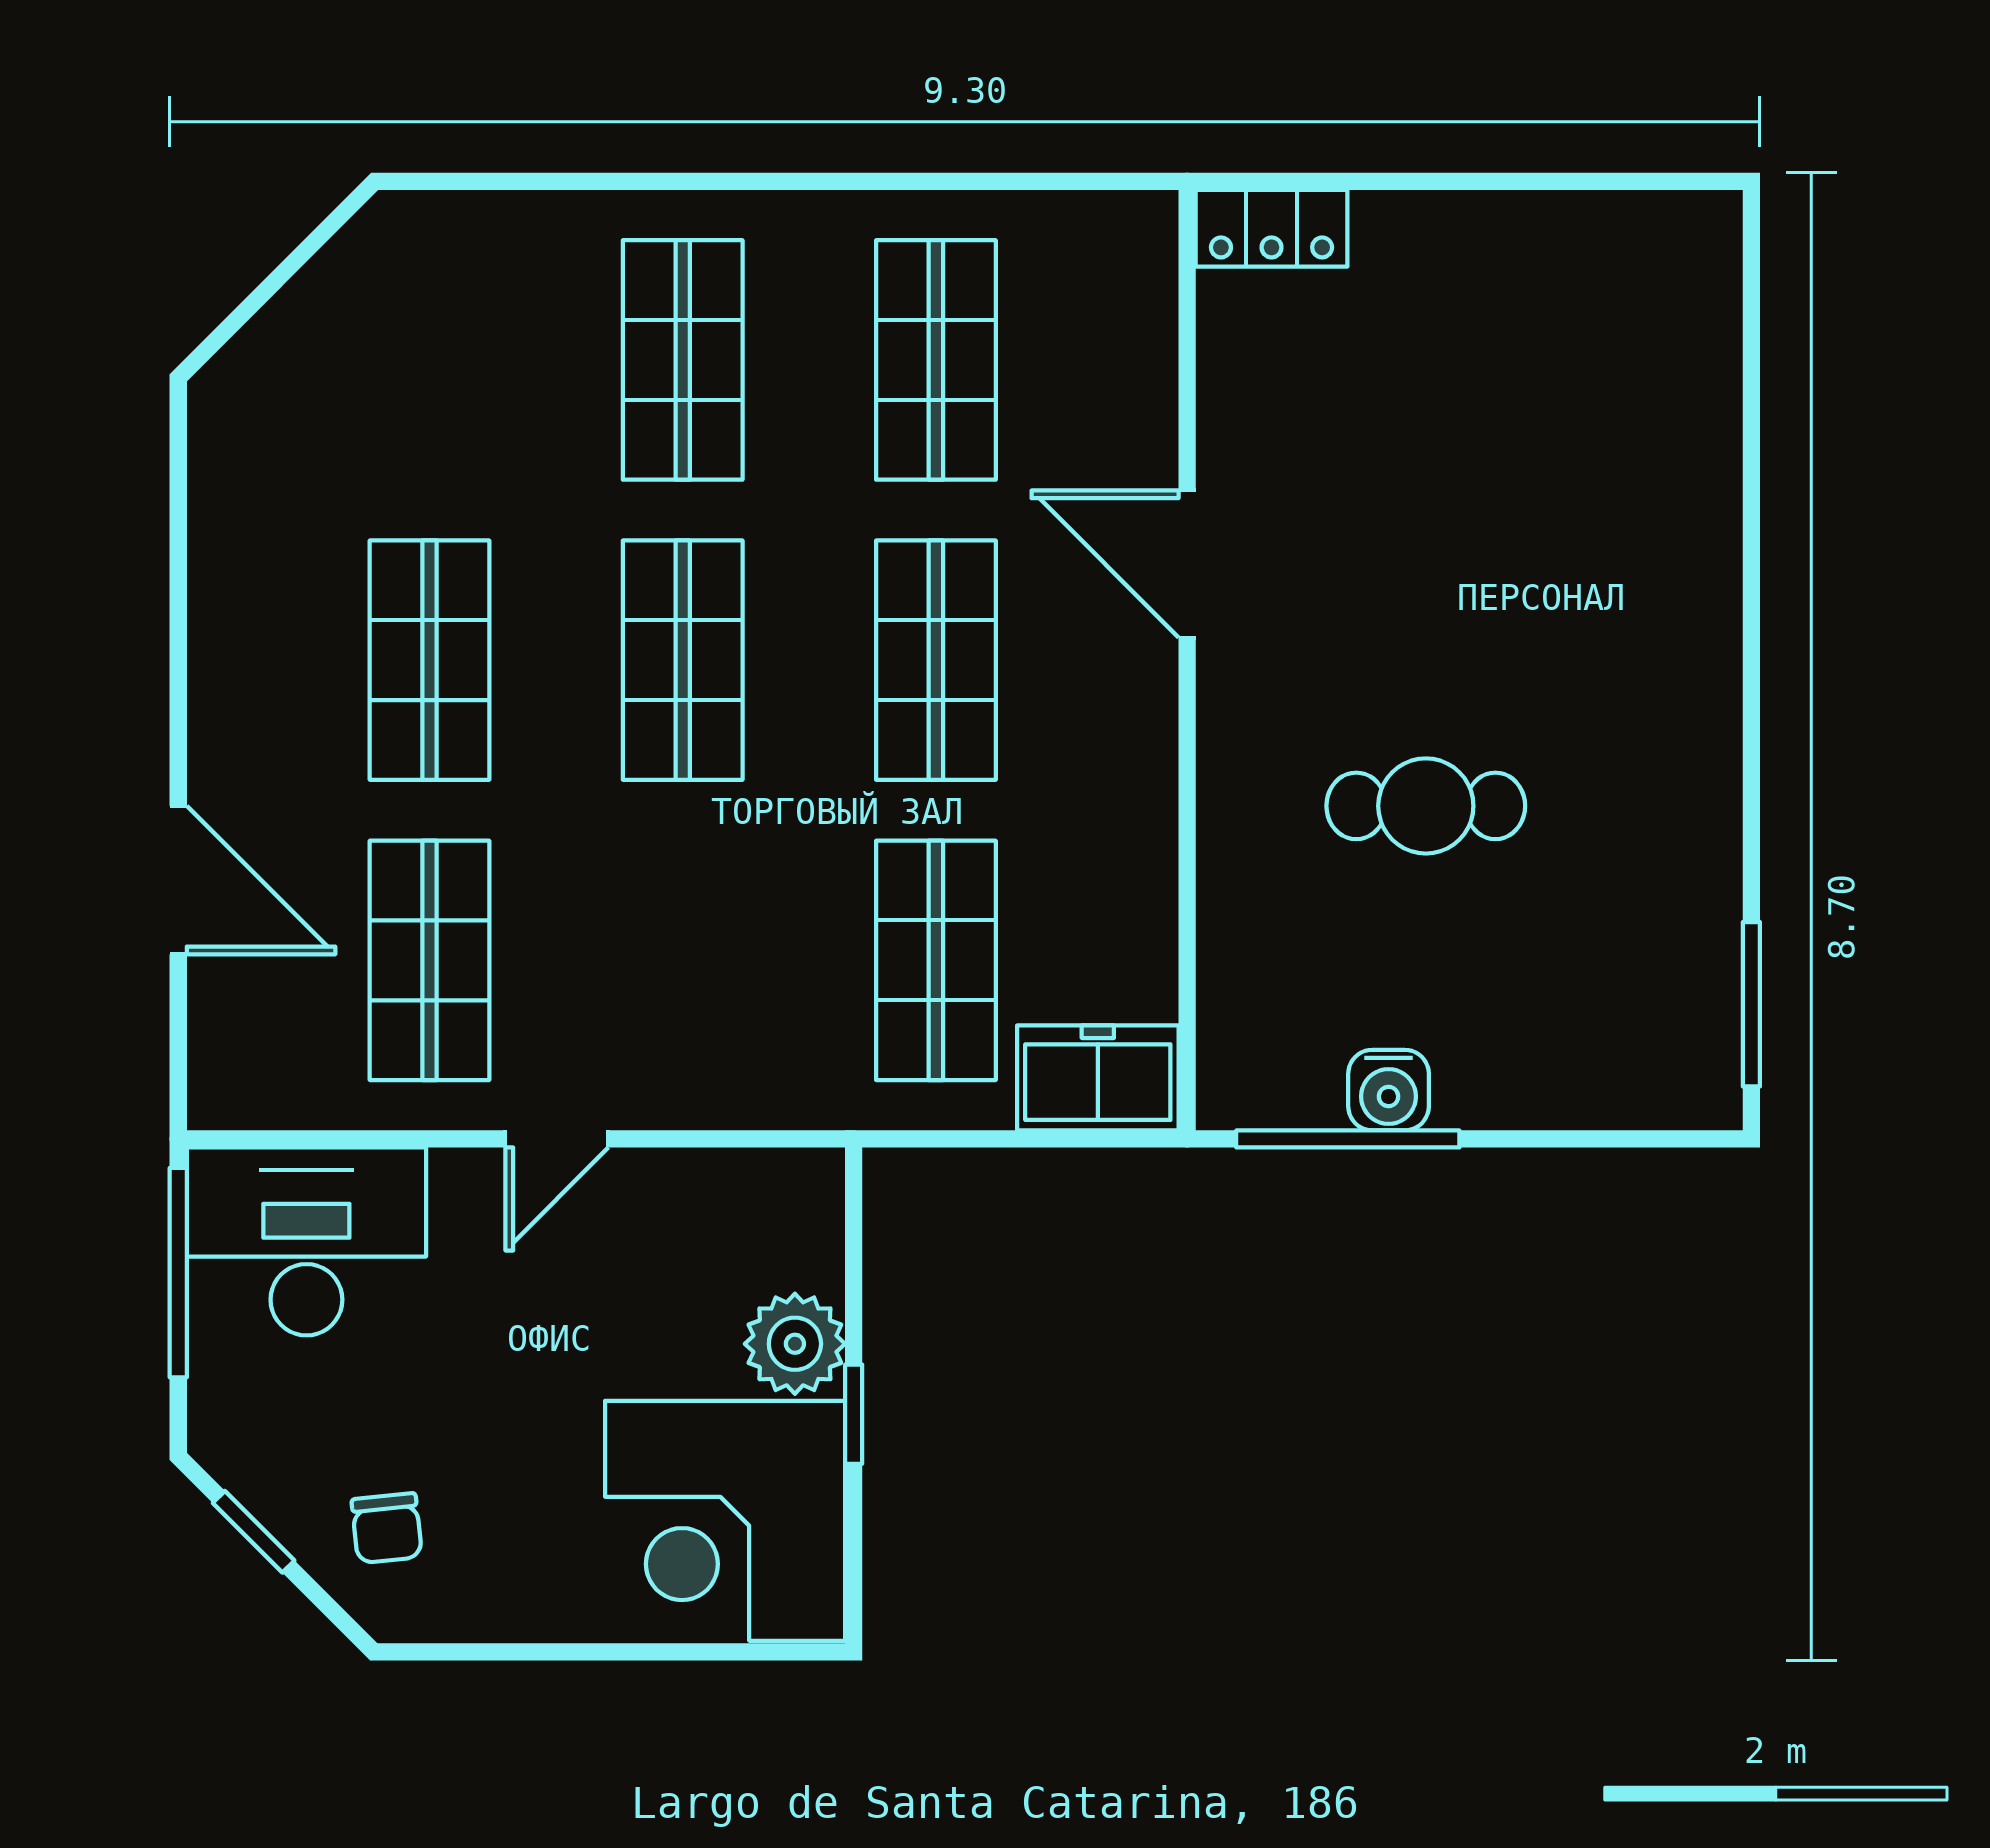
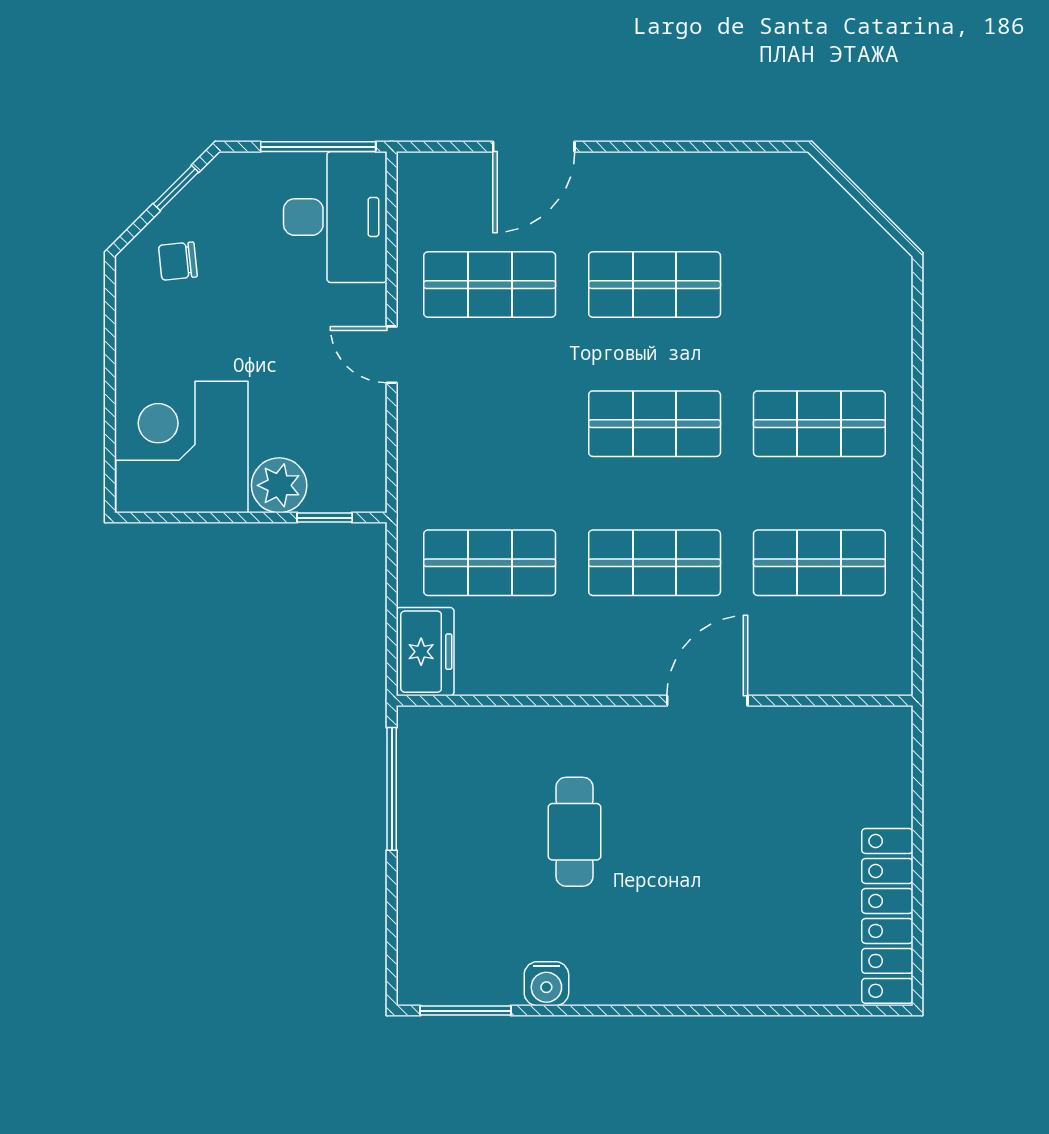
locker: (1272, 228) -> (887, 916), moved, width x2.16, depth x1.21
water cooler: (1389, 1090) -> (546, 984), moved, turned -90
window: (854, 1414) -> (325, 518), moved

